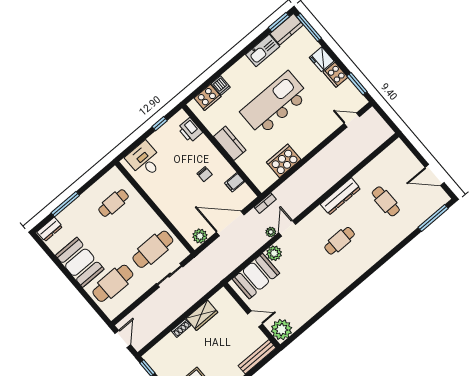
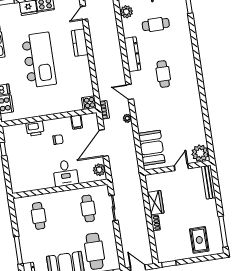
kitchen island: (274, 104) -> (39, 60), turned 180
printer: (190, 130) -> (35, 129), moved
kitchen counter: (230, 143) -> (80, 43), moved, turned -90
desk: (145, 160) -> (65, 173), moved, turned -90
cooker: (284, 161) -> (89, 103), moved, width x0.53, depth x0.76
door: (287, 228) -> (130, 92), moved
cafe table: (153, 249) -> (88, 208), width x0.73, depth x0.74
plant: (274, 253) -> (126, 12), moved

